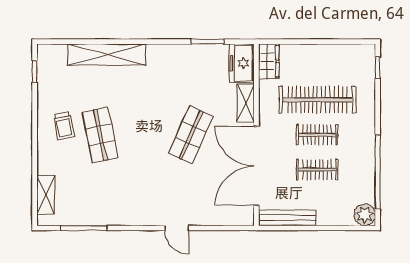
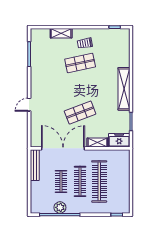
shelving: (107, 54) -> (124, 89), moved
wardrobe: (269, 61) -> (120, 155), removed
shop shelf: (191, 135) -> (80, 113), turned -45
clothes rail: (317, 135) -> (80, 181), width x1.36
shelving: (46, 195) -> (61, 33), moved
plant: (365, 215) -> (60, 207), moved

